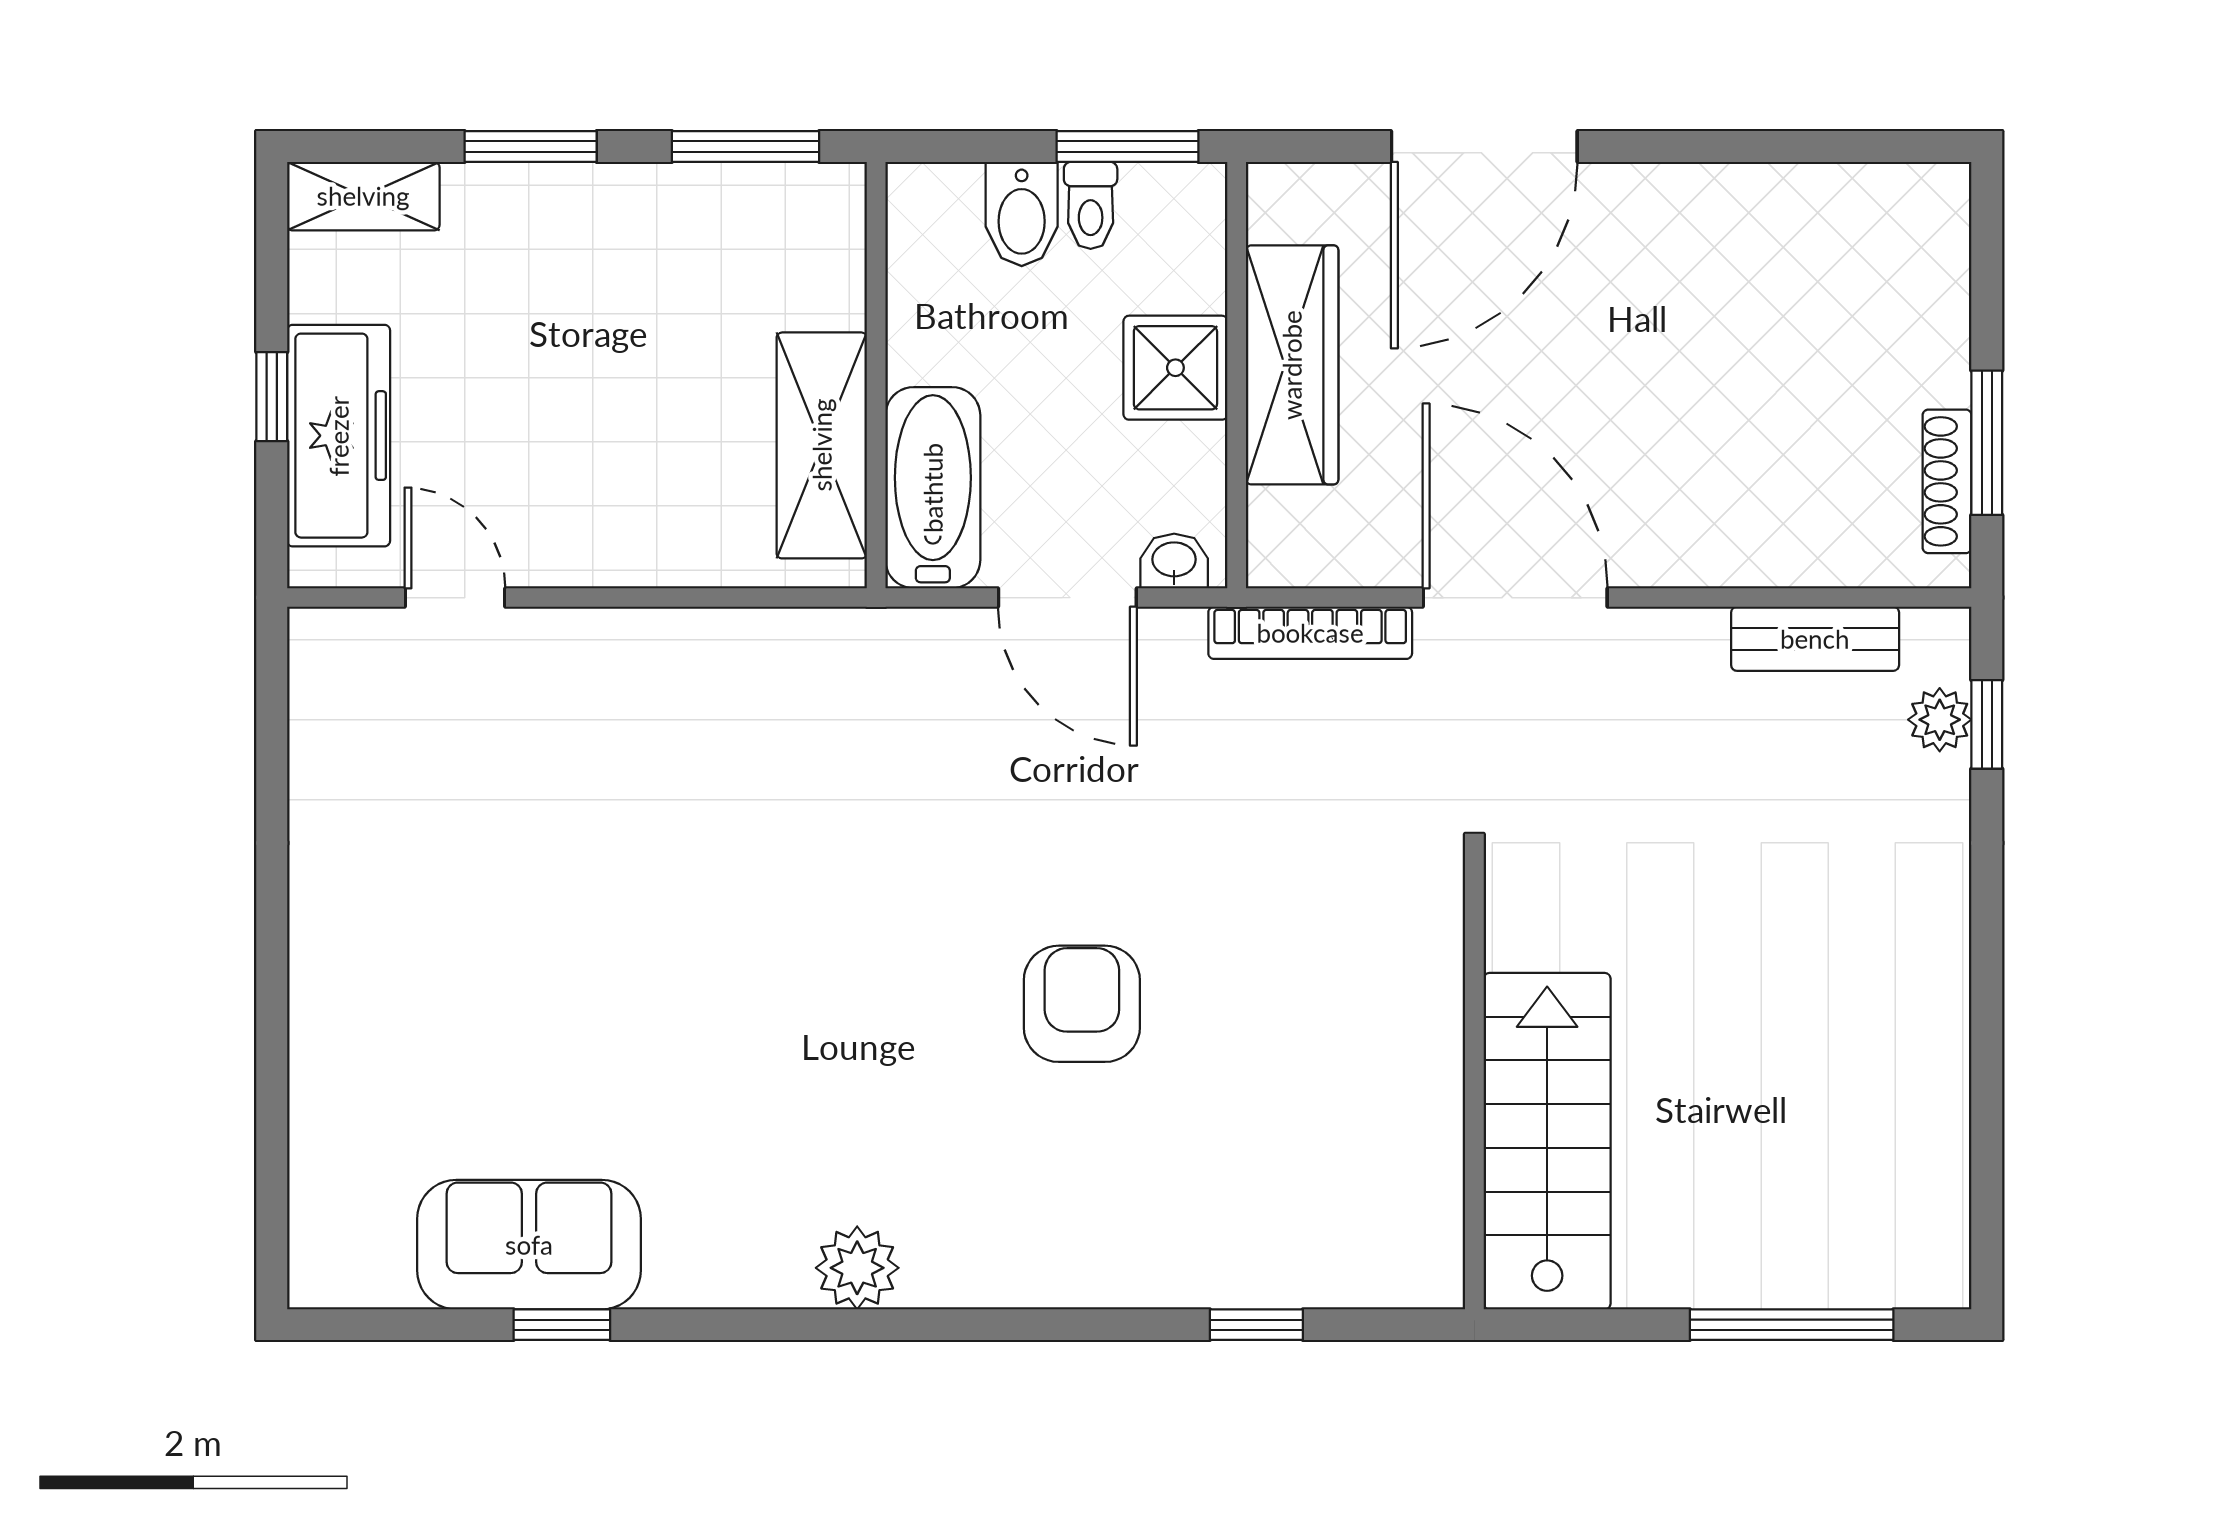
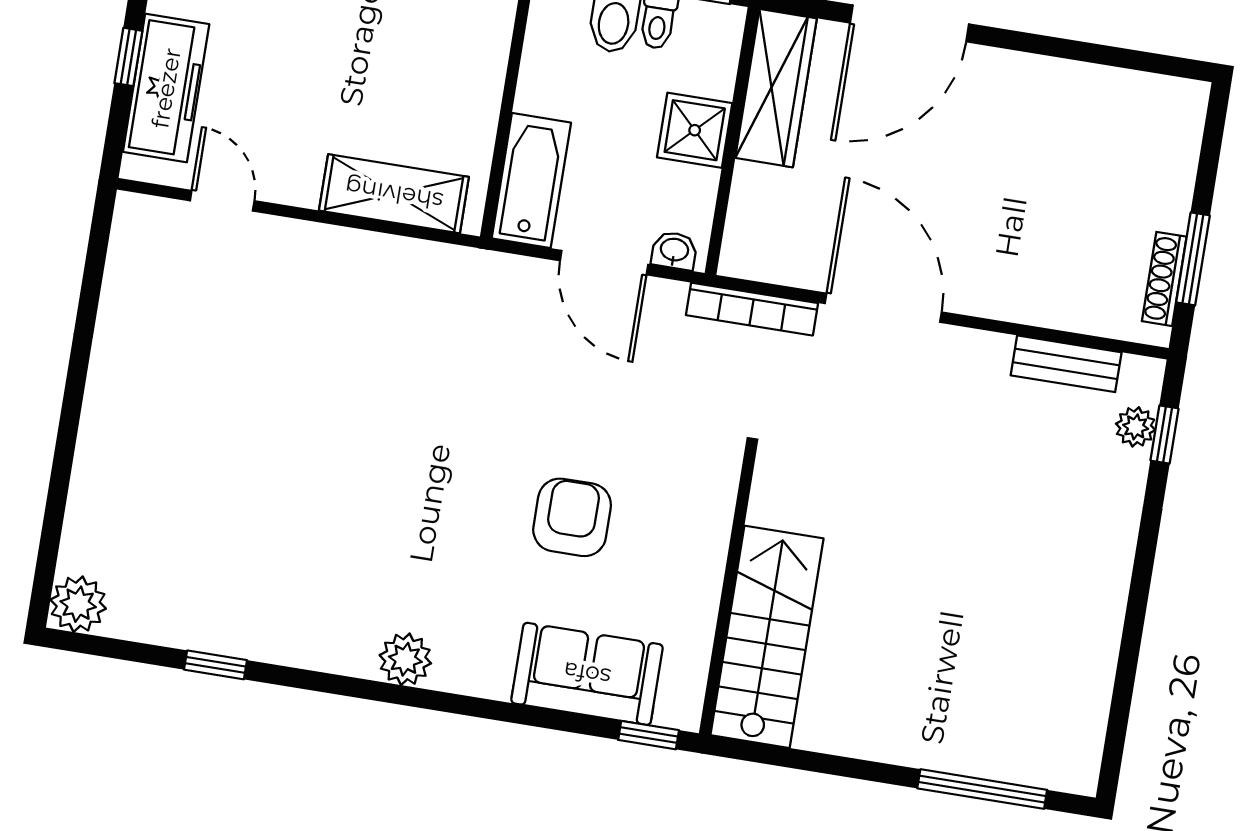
wardrobe: (1292, 365) -> (776, 88), moved
shelving: (822, 445) -> (394, 194), moved, turned 90
wall: (1474, 1081) -> (728, 592), moved
stairs: (1547, 1141) -> (767, 637), moved
sofa: (529, 1245) -> (587, 674), moved
plant: (332, 1265) -> (78, 604), added

